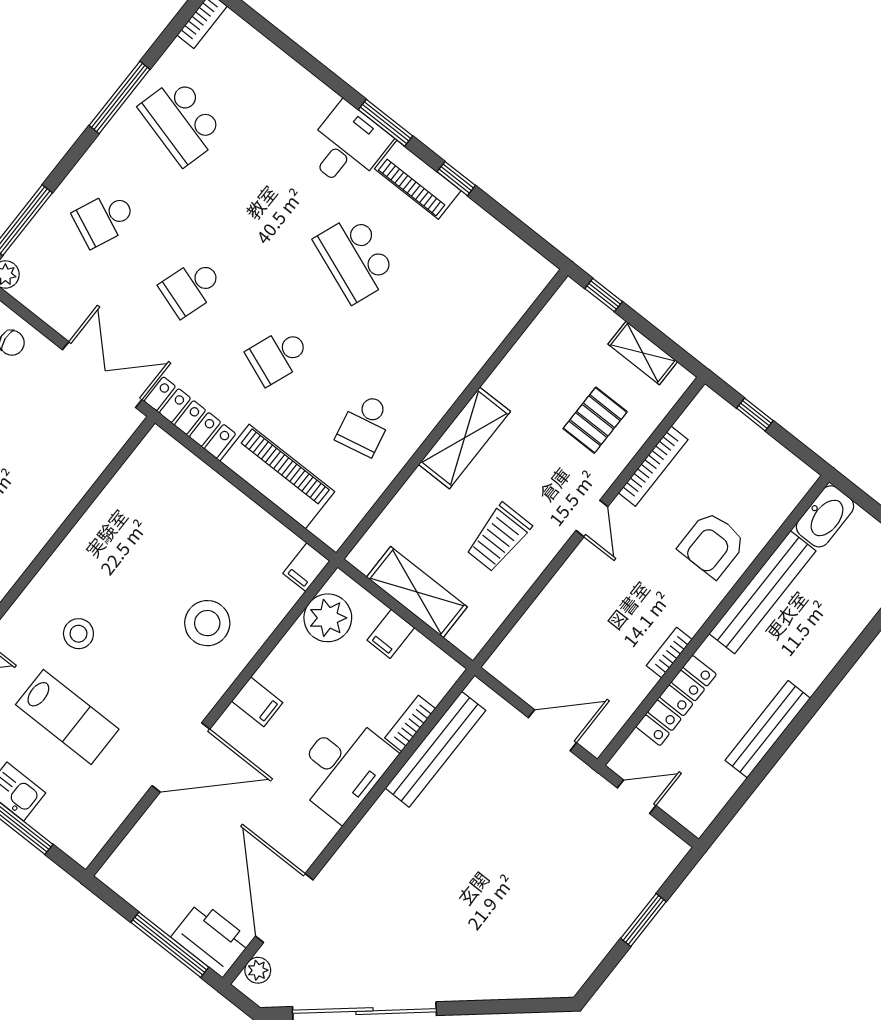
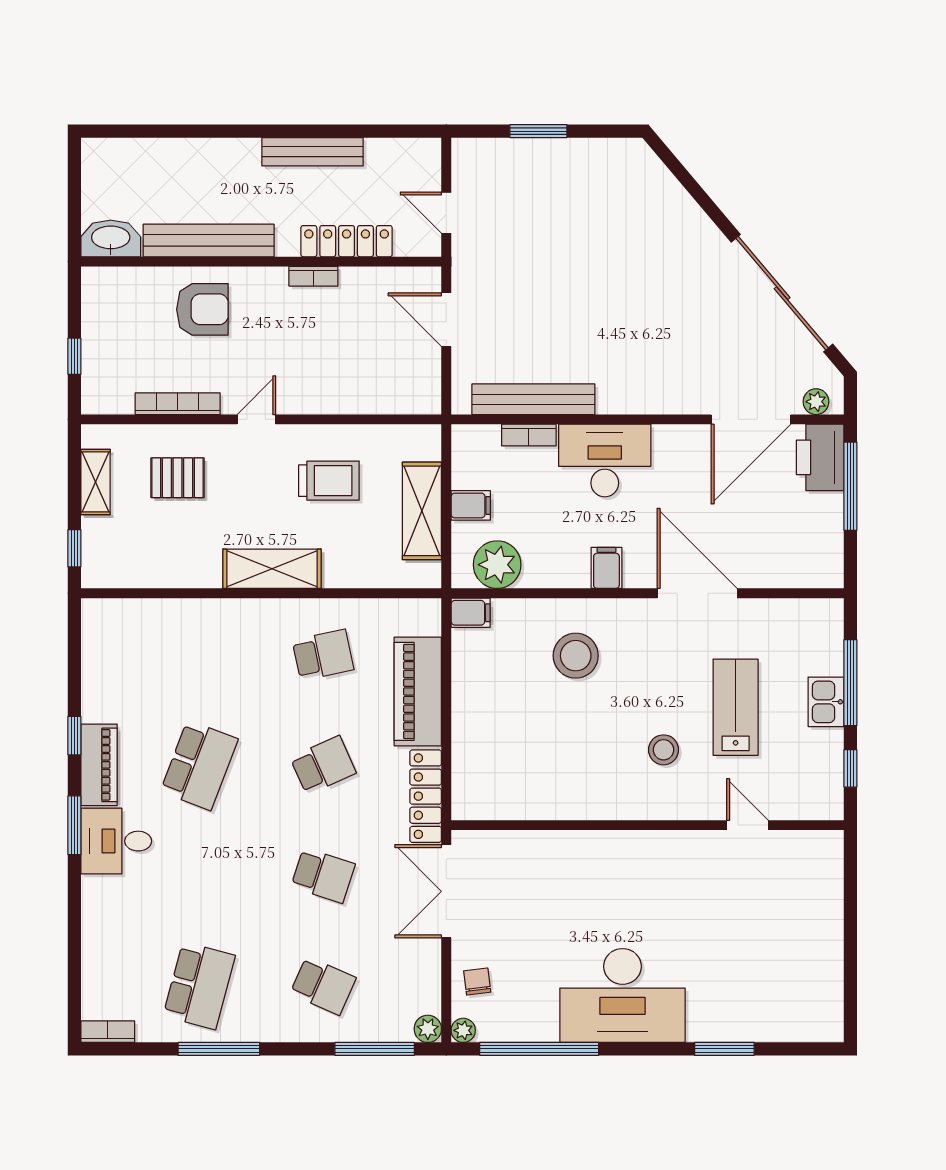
school desk: (278, 356) -> (323, 765), turned -45

